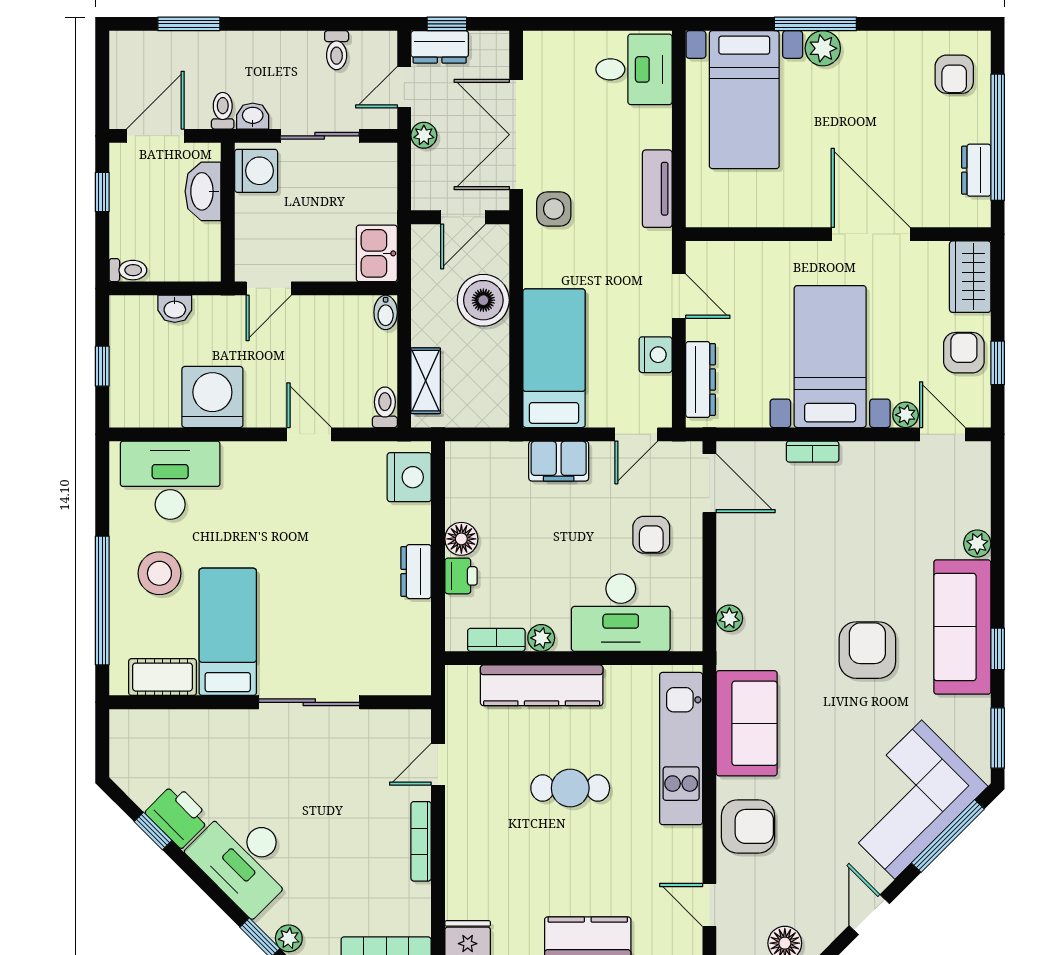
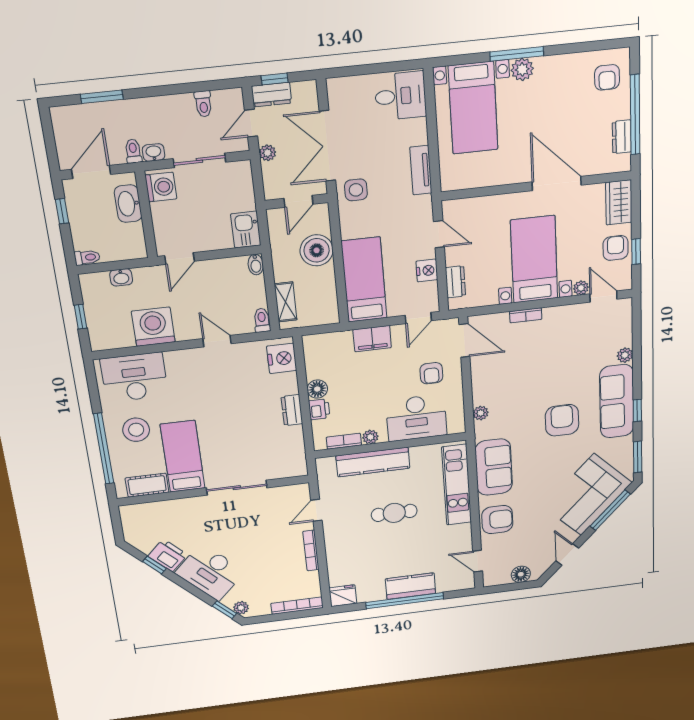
dresser: (700, 379) -> (455, 282), width x0.70

